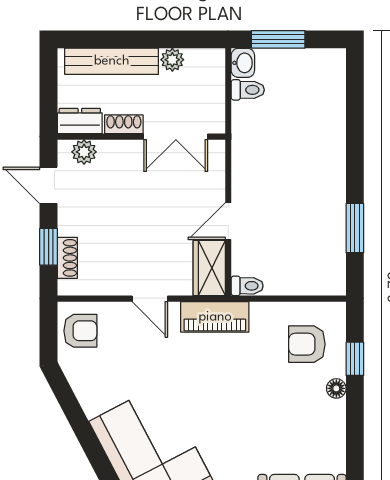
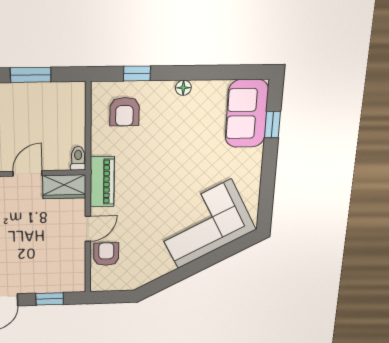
door: (228, 221) -> (27, 173), swing flipped
shoe rack: (67, 258) -> (58, 286), removed
armchair: (80, 331) -> (106, 254), moved
floor lamp: (336, 388) -> (183, 88), moved

